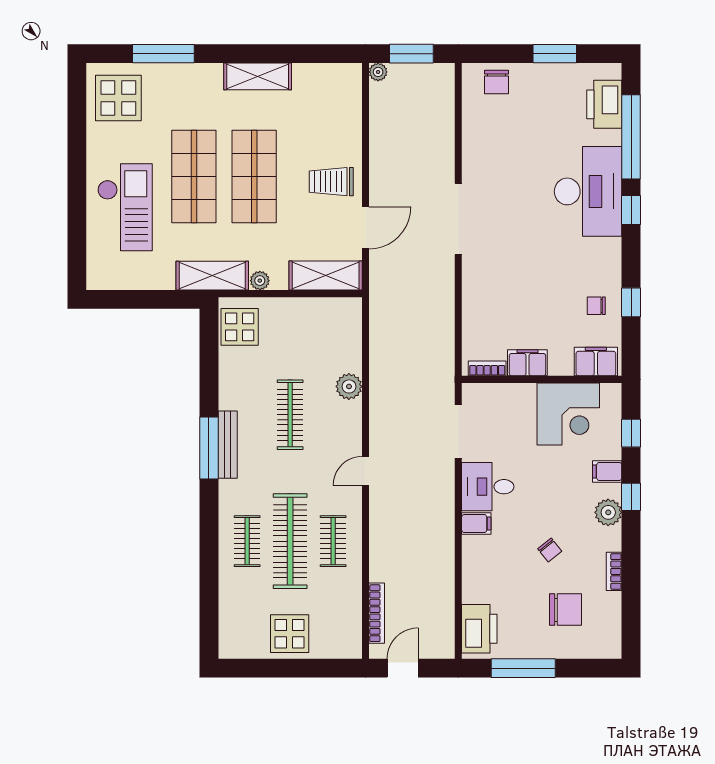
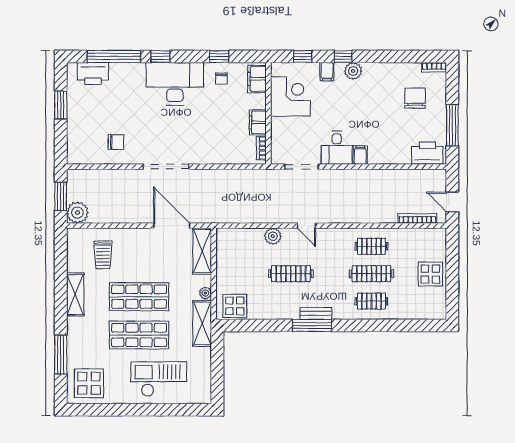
plant: (378, 72) -> (77, 213), width x1.88, depth x1.88
chair: (497, 82) -> (116, 142), moved
trolley: (331, 182) -> (103, 255), moved
desk: (588, 191) -> (175, 84), moved
door: (366, 228) -> (172, 226), width x1.36
bench: (228, 445) -> (316, 313), width x0.73
door: (366, 471) -> (306, 226), moved
clothes rail: (290, 541) -> (371, 274), width x0.73, depth x0.76
chair: (550, 550) -> (377, 108), removed
bookcase: (614, 571) -> (434, 67), moved

